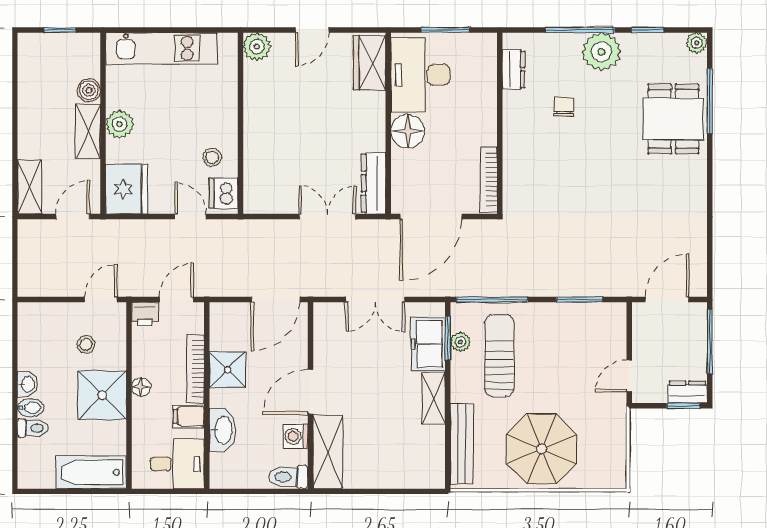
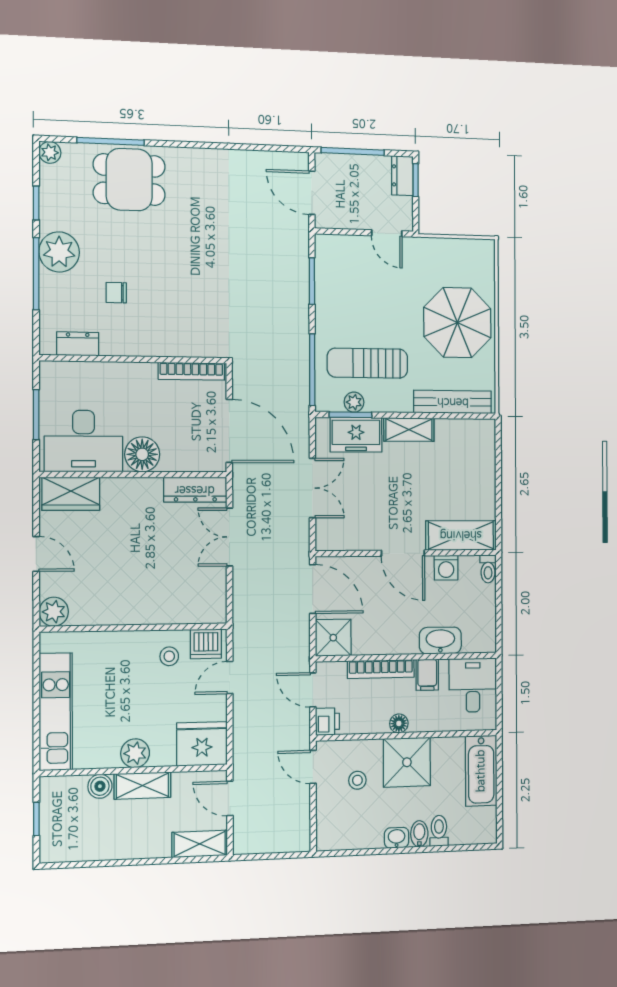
shower: (227, 370) -> (333, 638), moved
toilet: (288, 477) -> (488, 569), width x0.73, depth x0.72

